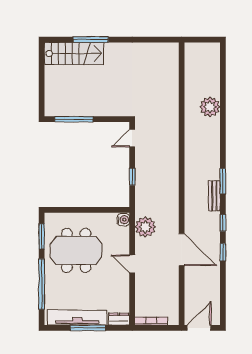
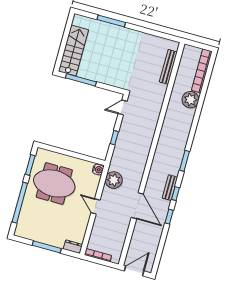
stairs: (74, 53) -> (73, 51), moved, turned -90
bookcase: (214, 69) -> (202, 71), added
bench: (173, 75) -> (168, 67), added
bench: (214, 196) -> (170, 188), moved
tv unit: (77, 318) -> (41, 236), removed

